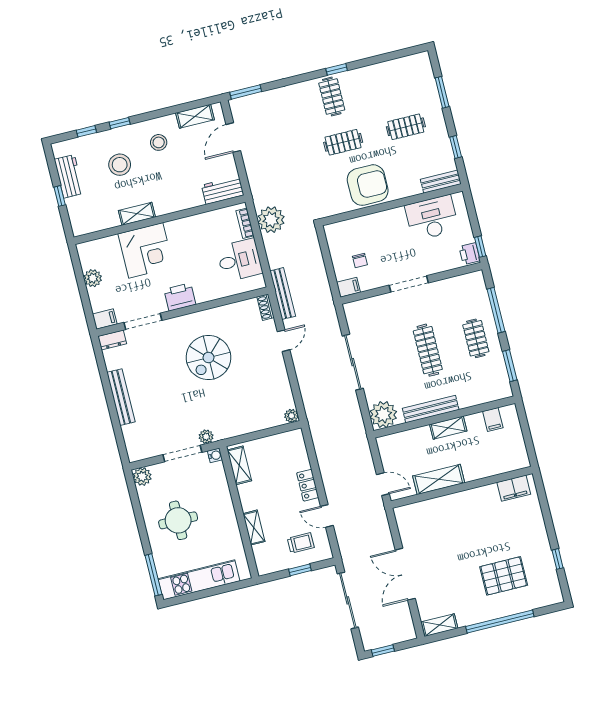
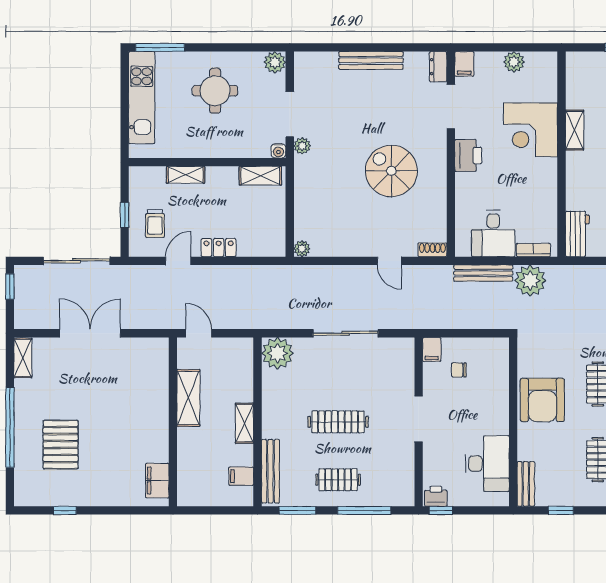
bench: (283, 294) -> (483, 273), moved
bench: (431, 409) -> (270, 471), moved
door: (383, 484) -> (199, 333), swing flipped

